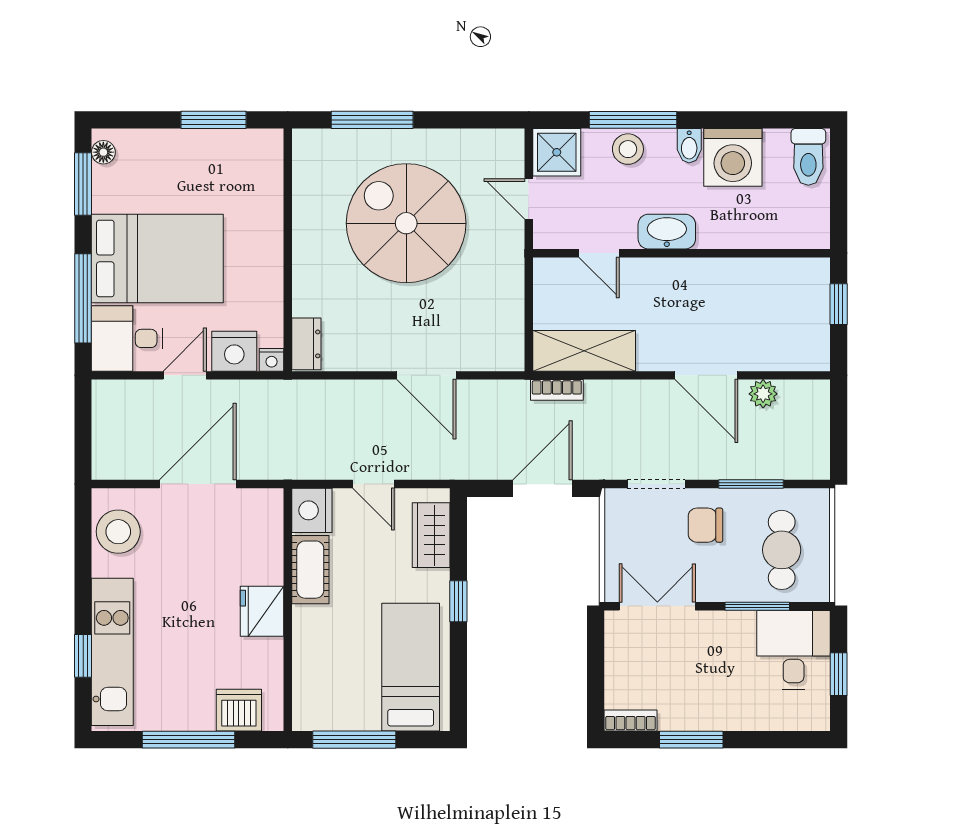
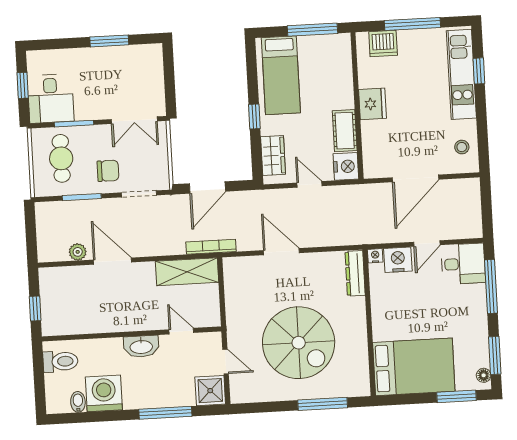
window: (213, 120) -> (457, 396), moved
bidet: (689, 146) -> (78, 402), moved
stool: (628, 149) -> (167, 395), removed
toilet: (808, 157) -> (60, 361), moved, turned 90
bed: (157, 258) -> (414, 367), moved, turned 180
dresser: (306, 344) -> (355, 273), width x1.44
bookcase: (557, 390) -> (211, 247), width x1.56
stool: (118, 532) -> (462, 147), width x0.53, depth x0.53
bookcase: (631, 721) -> (147, 50), removed

